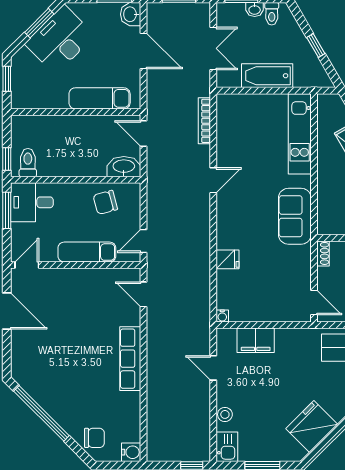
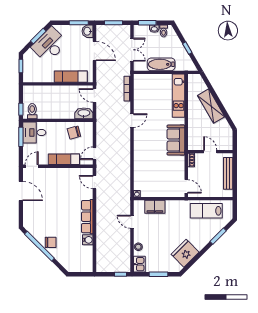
fridge: (227, 259) -> (140, 163), removed
chair: (94, 438) -> (51, 242), moved
water cooler: (131, 452) -> (88, 240), moved

